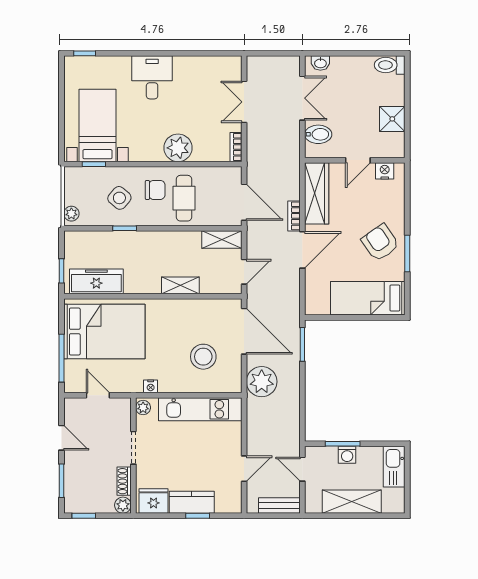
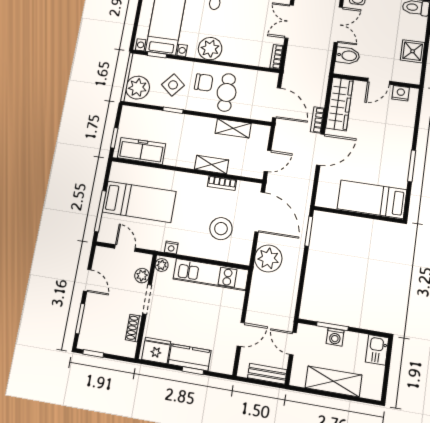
plant: (178, 148) -> (210, 49), moved
plant: (71, 214) -> (138, 88), width x1.88, depth x1.88
shelving: (222, 240) -> (233, 128), moved
armchair: (380, 243) -> (389, 153), removed
bookcase: (196, 305) -> (222, 183), added
bed: (104, 332) -> (139, 202), width x0.67
kitchen sink: (394, 467) -> (377, 350), width x0.73
plant: (123, 505) -> (142, 276), moved

